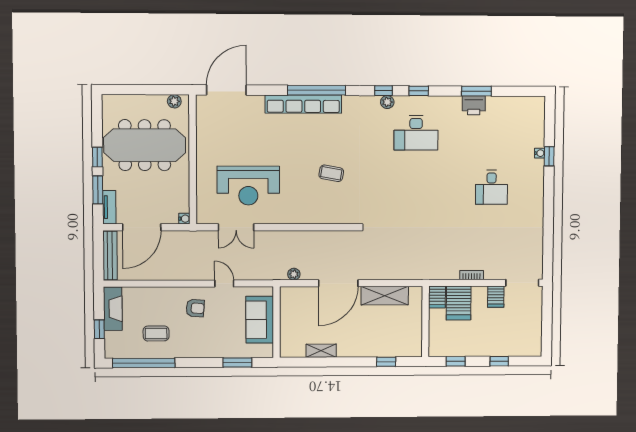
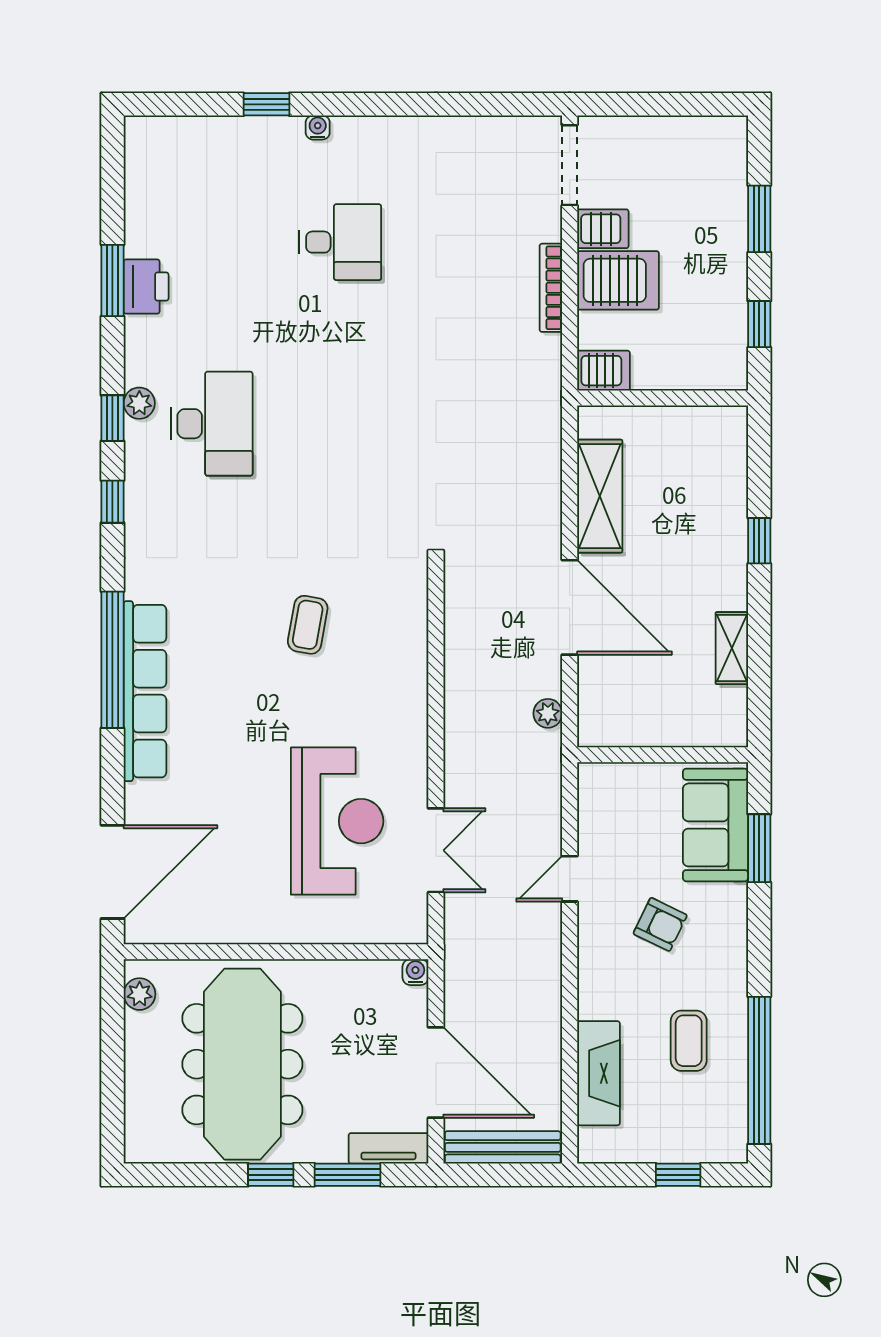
door: (226, 90) -> (112, 872), swing flipped
plant: (387, 102) -> (139, 403), moved
water cooler: (540, 153) -> (318, 127), moved
bookcase: (472, 275) -> (551, 288), width x1.56
server rack: (459, 303) -> (618, 280), moved
armchair: (195, 308) -> (660, 924), moved, turned 112
fireplace: (113, 309) -> (598, 1073), moved, turned 90
sofa: (260, 320) -> (715, 825), moved, turned 90
window: (499, 361) -> (759, 219), width x1.50
window: (386, 362) -> (759, 541), moved

